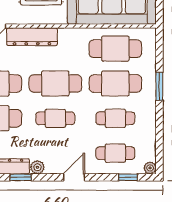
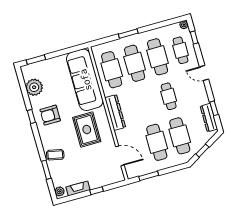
dresser: (32, 37) -> (115, 112), moved
cafe table: (55, 83) -> (146, 103), removed
cafe table: (115, 118) -> (158, 57), width x1.37, depth x1.35
plant: (37, 167) -> (204, 99), removed

